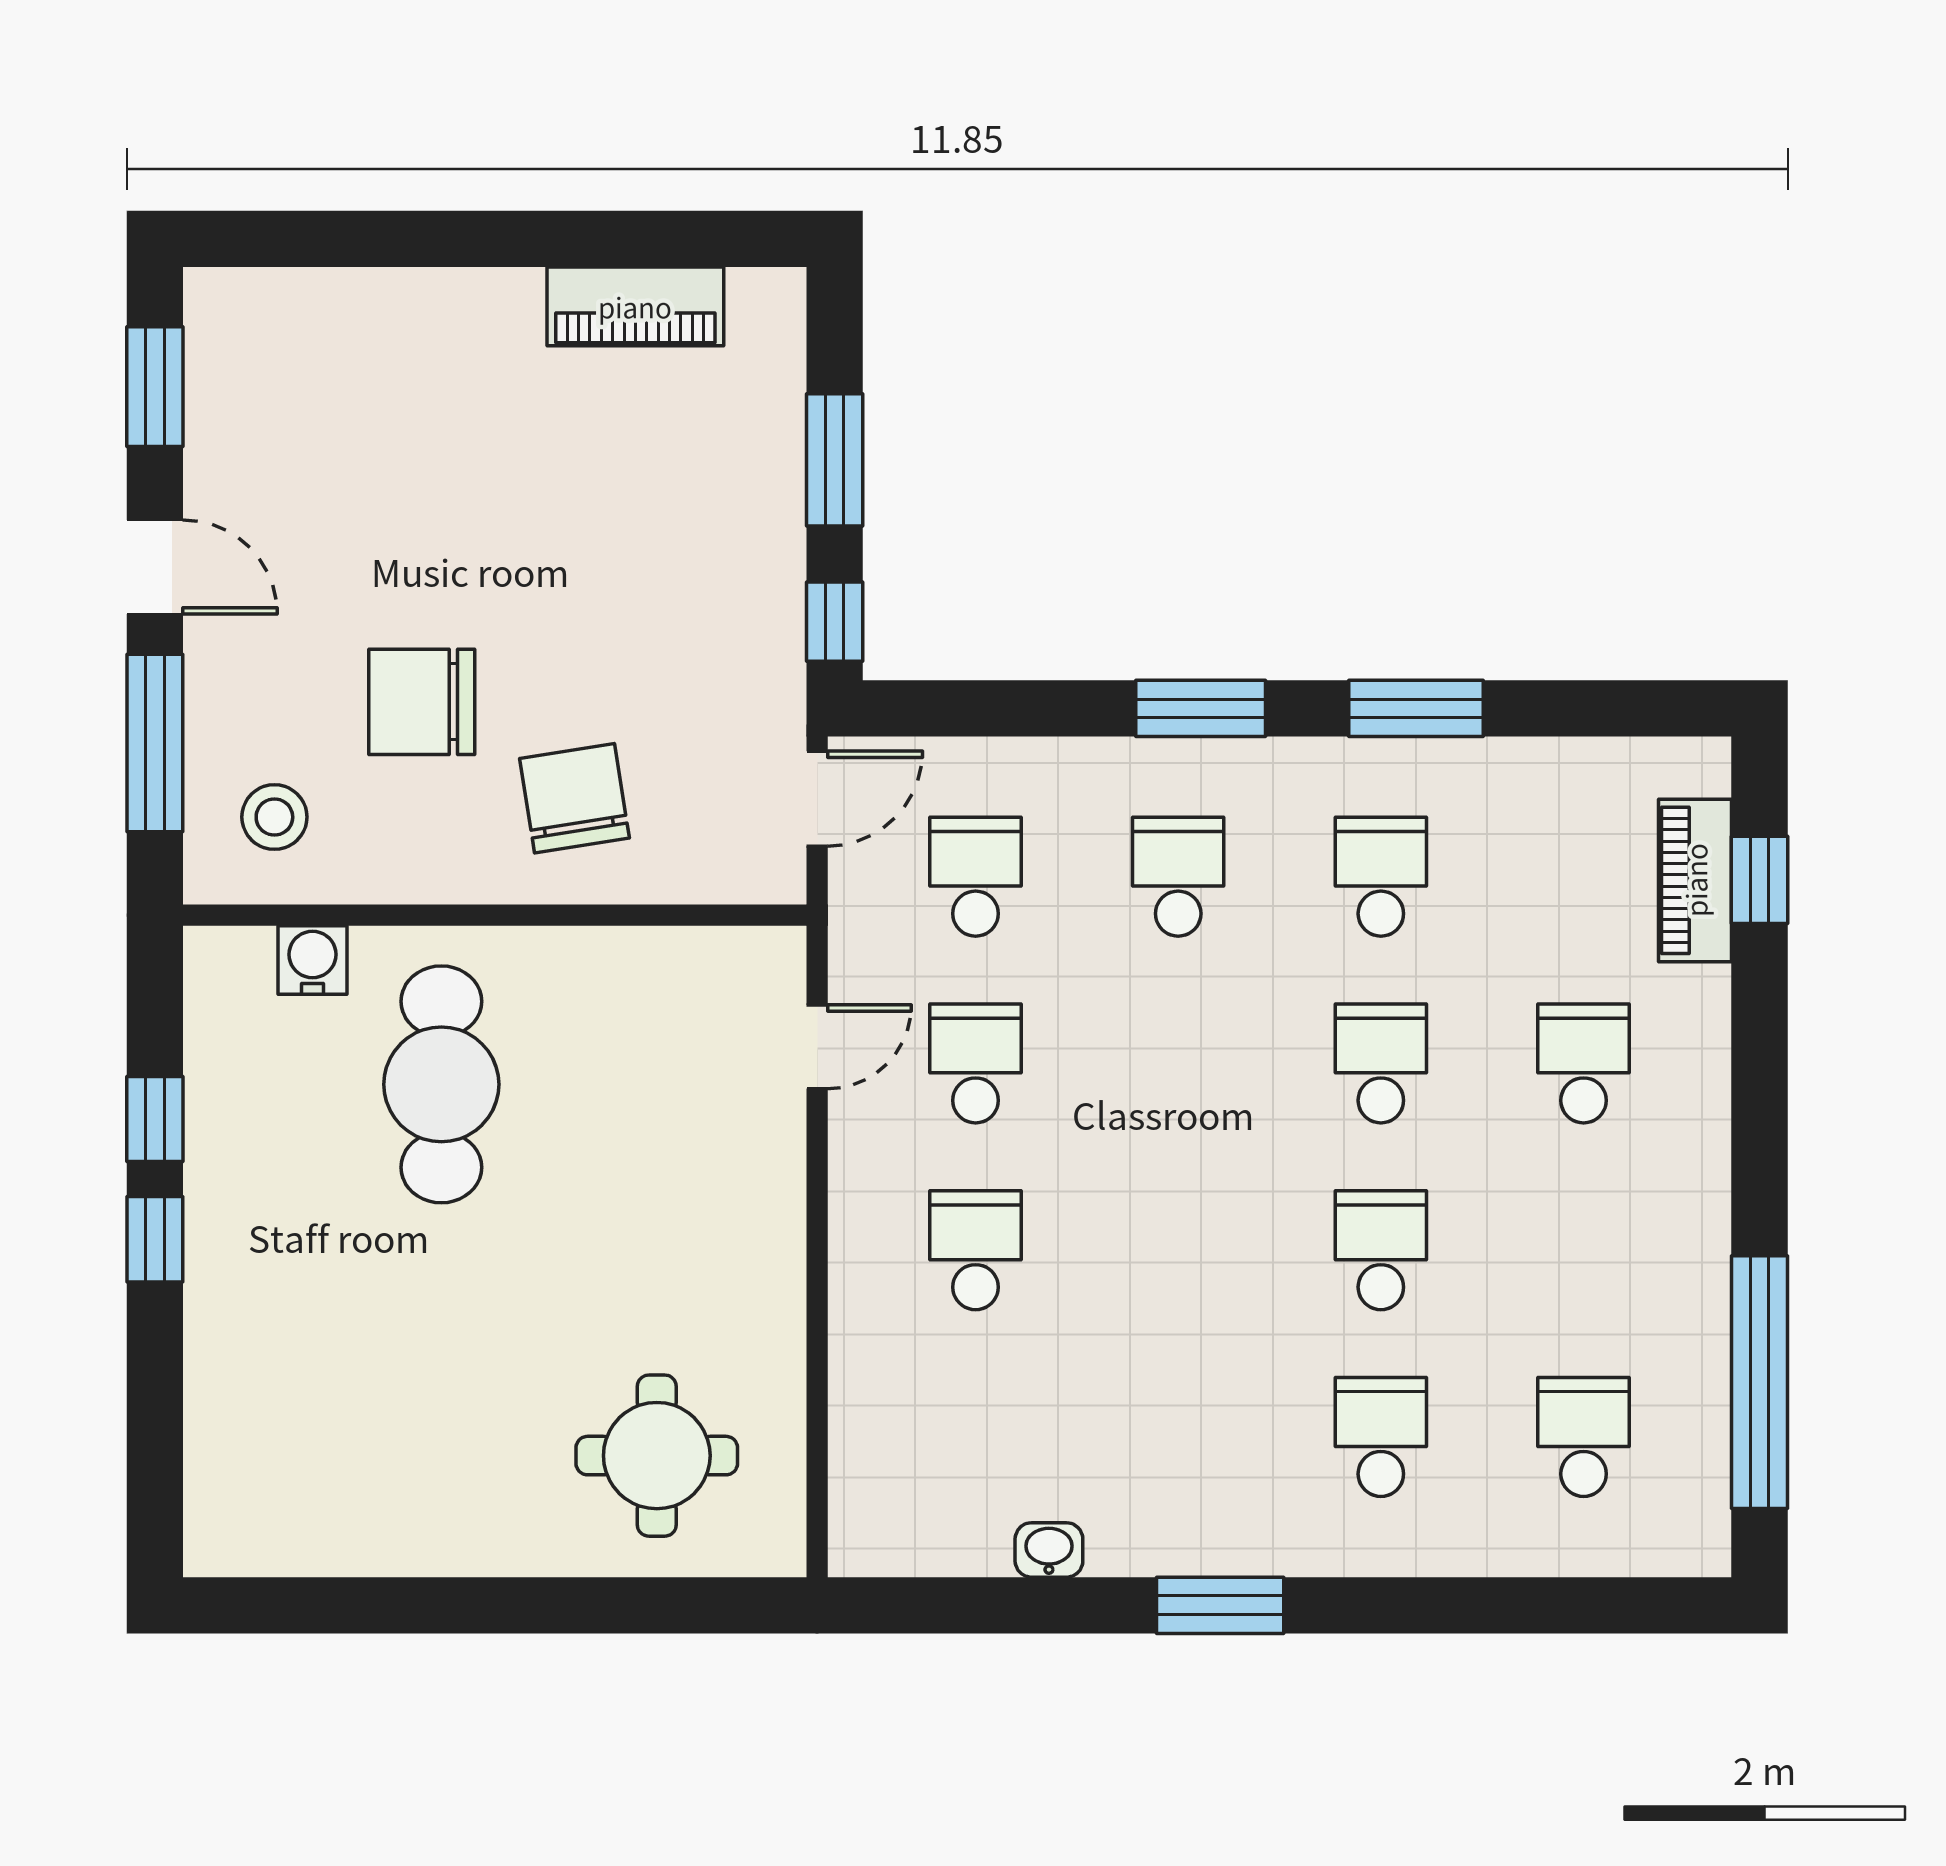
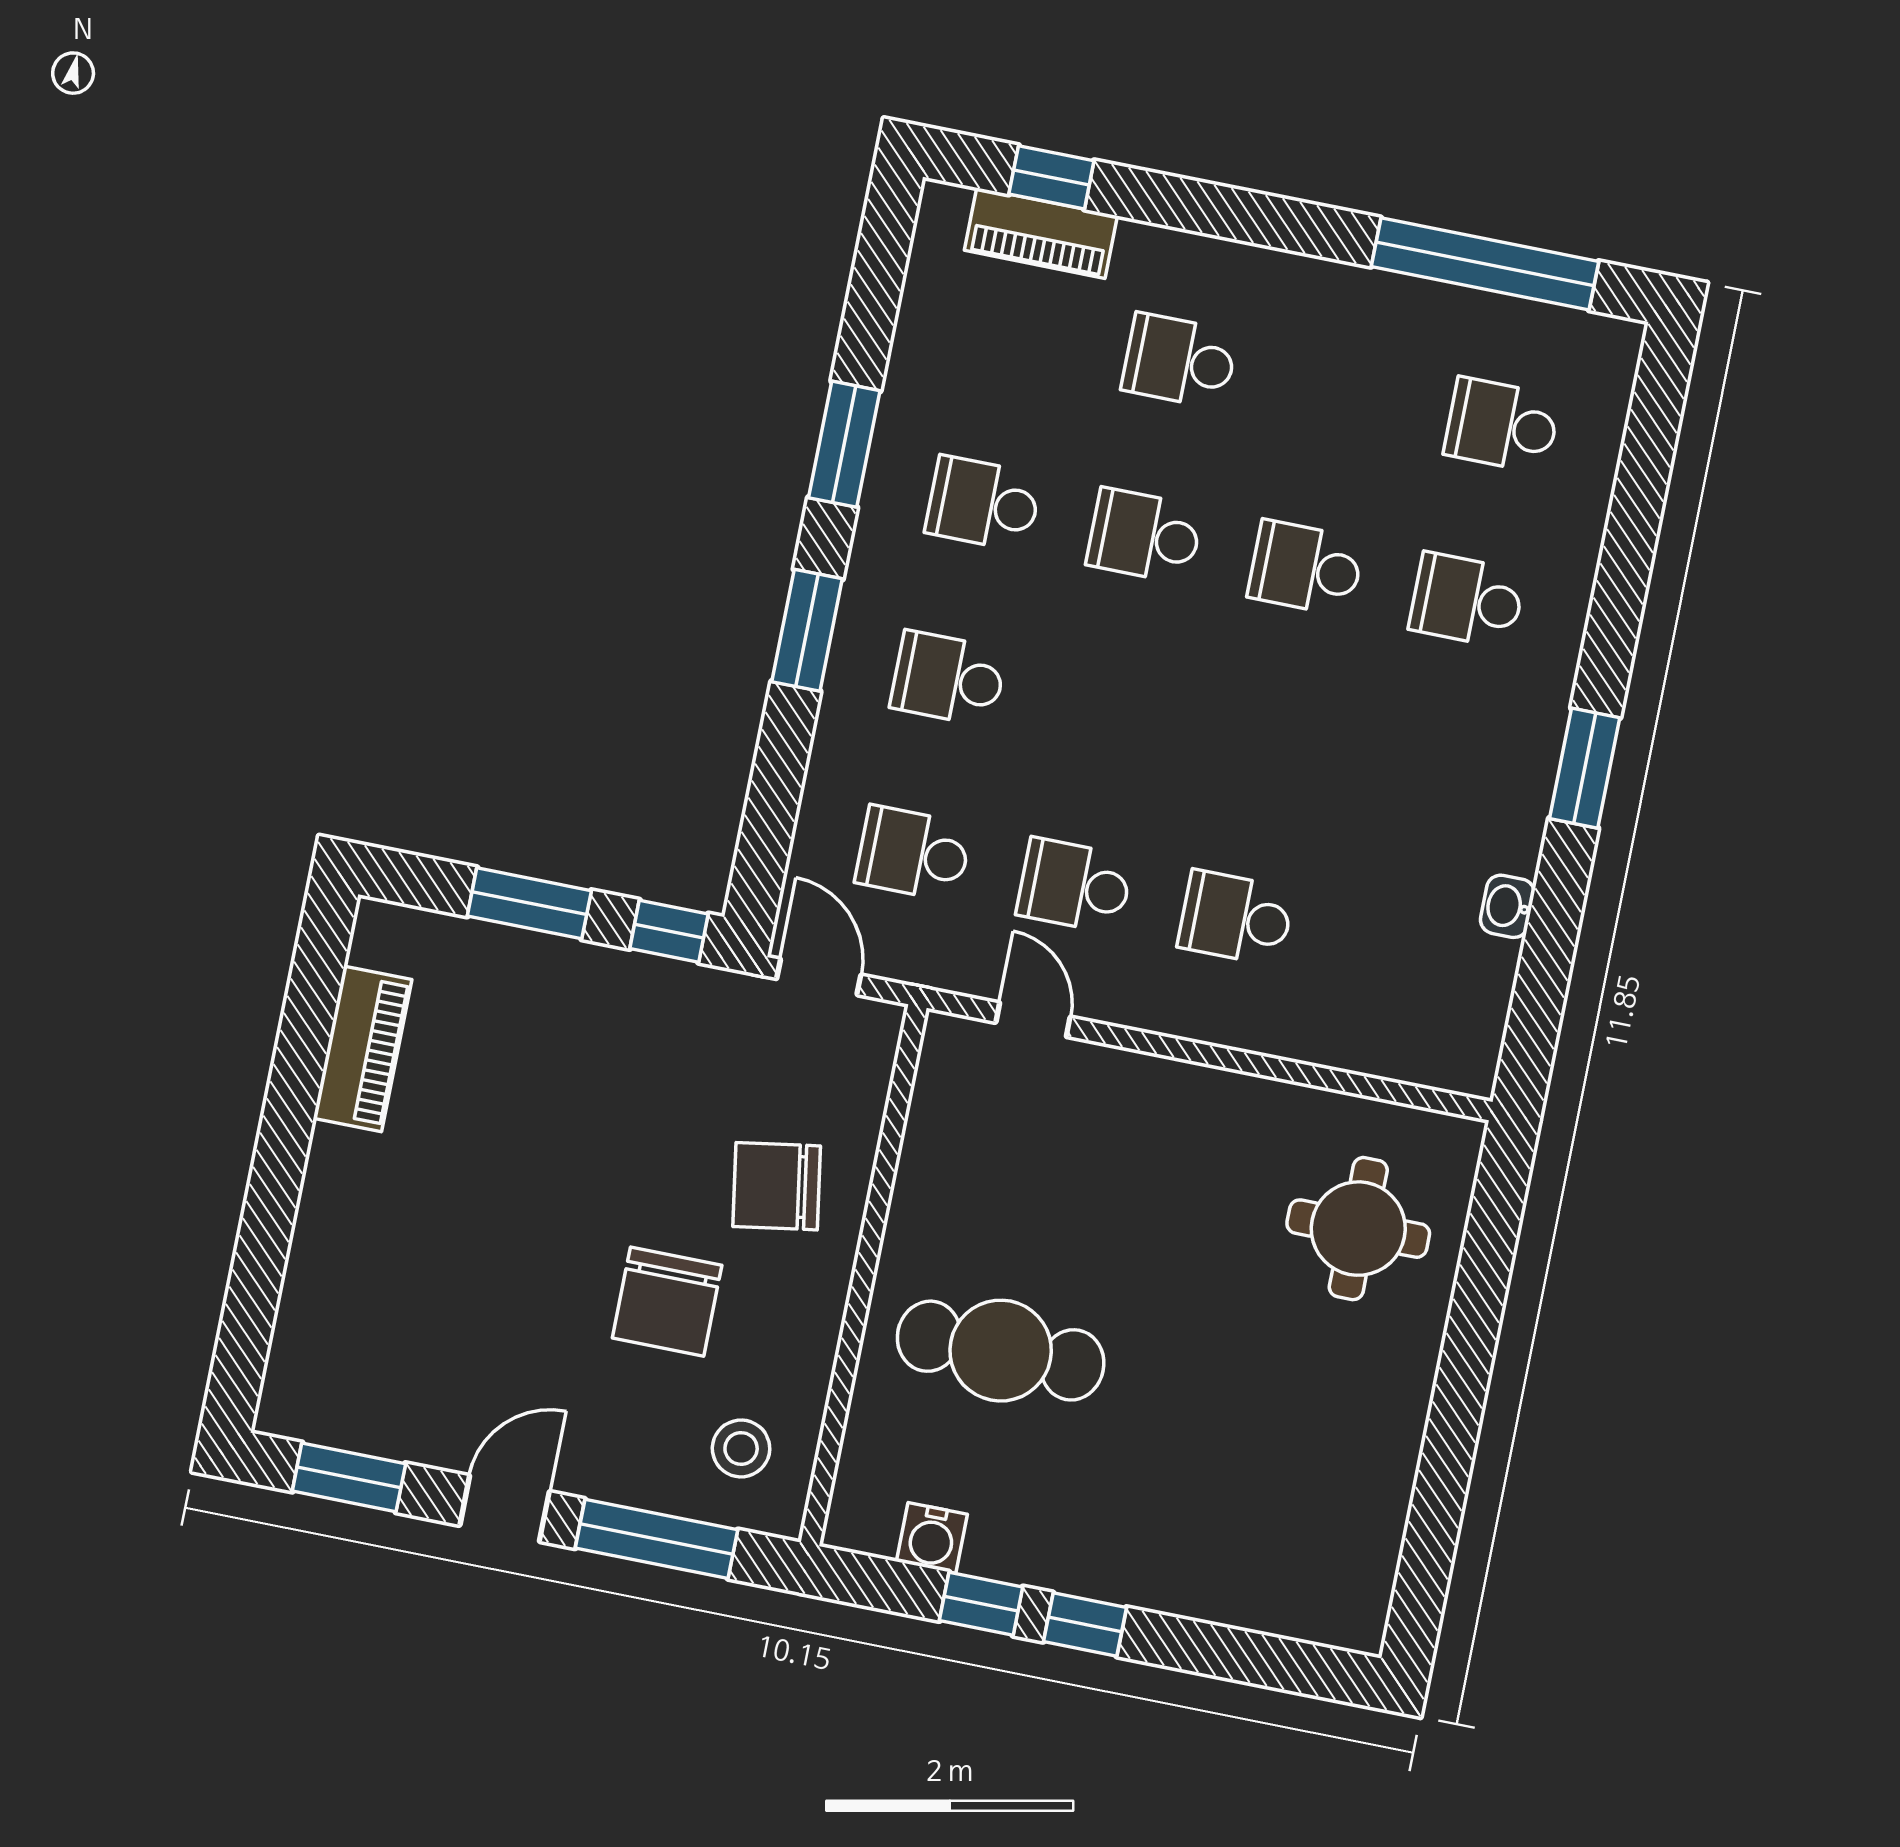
water cooler: (313, 960) -> (932, 1538), moved, turned -90

